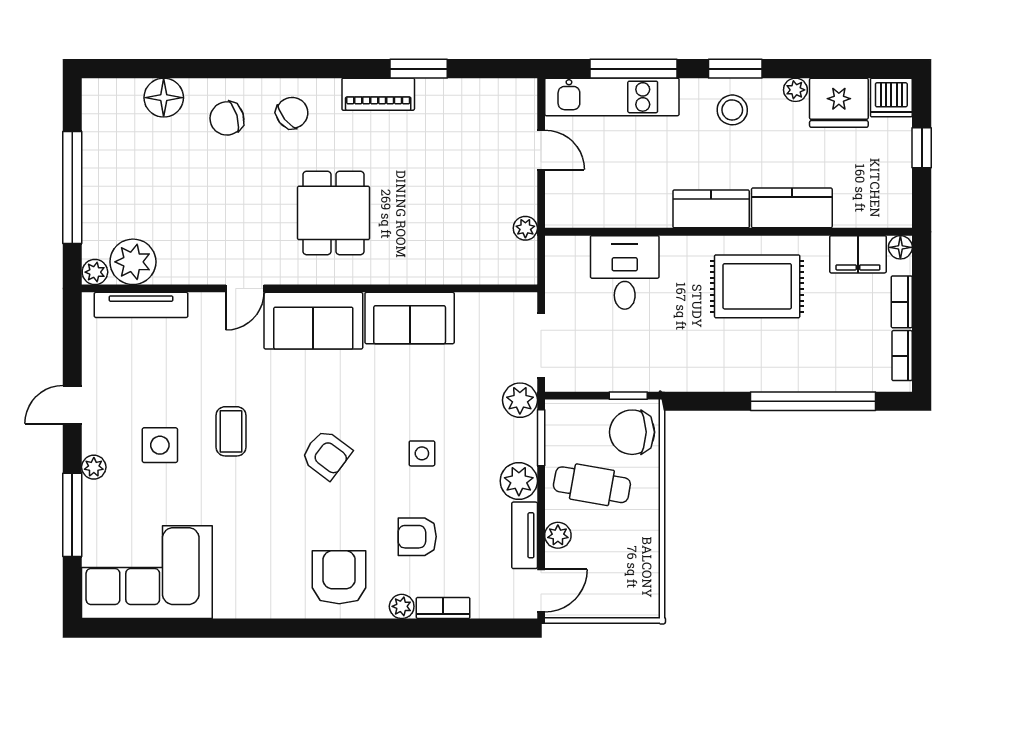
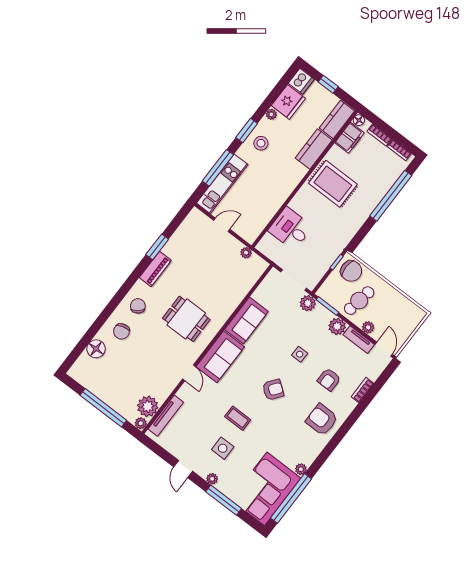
kitchen counter: (711, 209) -> (337, 120), moved
rug: (757, 286) -> (333, 184), turned 90
chair: (632, 432) -> (351, 271), turned -90
plant: (402, 606) -> (301, 469), moved
window: (164, 628) -> (291, 498), added

